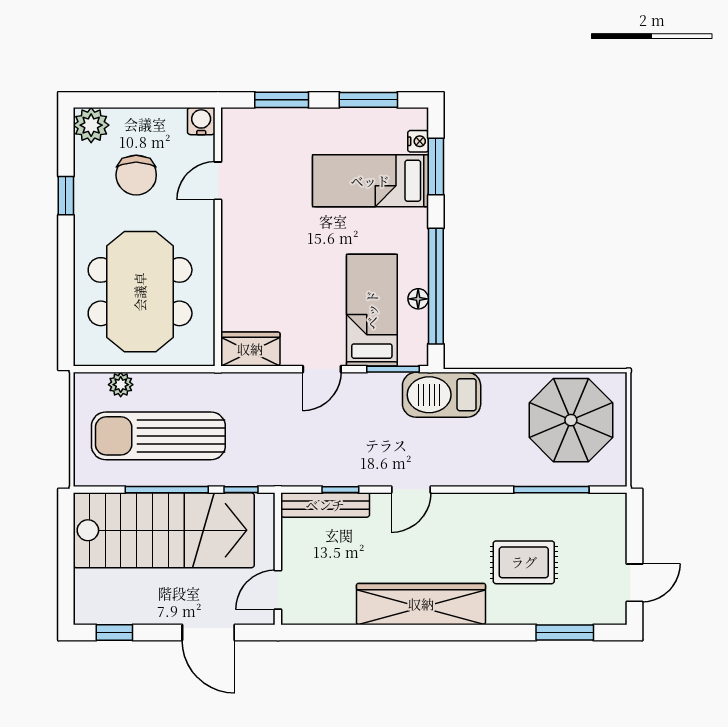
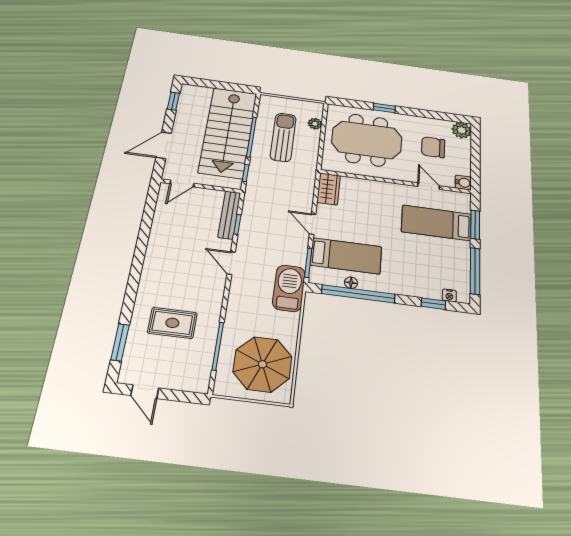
window: (368, 100) -> (475, 271), width x1.44
window: (436, 167) -> (433, 304), width x0.67
bed: (370, 181) -> (436, 223), moved, turned -90
window: (66, 196) -> (384, 108), moved
sun lounger: (158, 436) -> (283, 137), width x0.73, depth x0.75
rug: (524, 562) -> (172, 323), turned 90
door: (278, 590) -> (182, 183), swing flipped
wardrobe: (421, 604) -> (157, 259), removed

